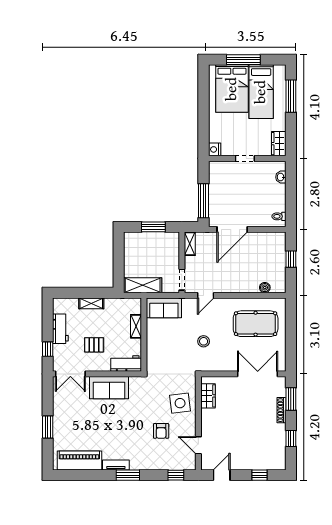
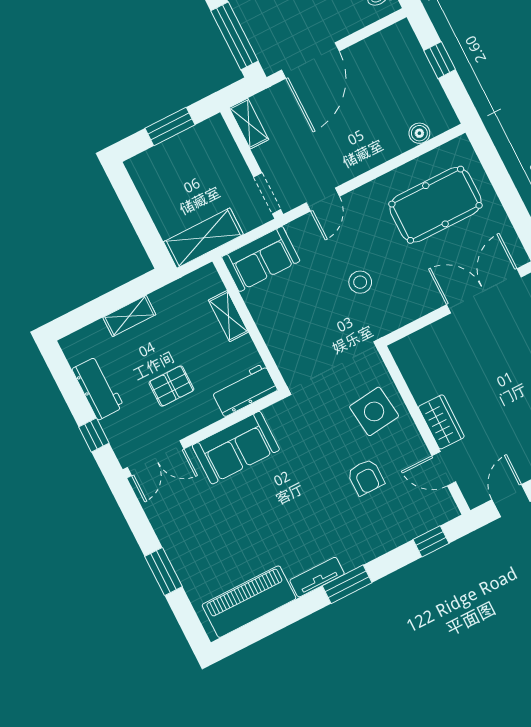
wardrobe: (208, 396) -> (441, 422), moved

